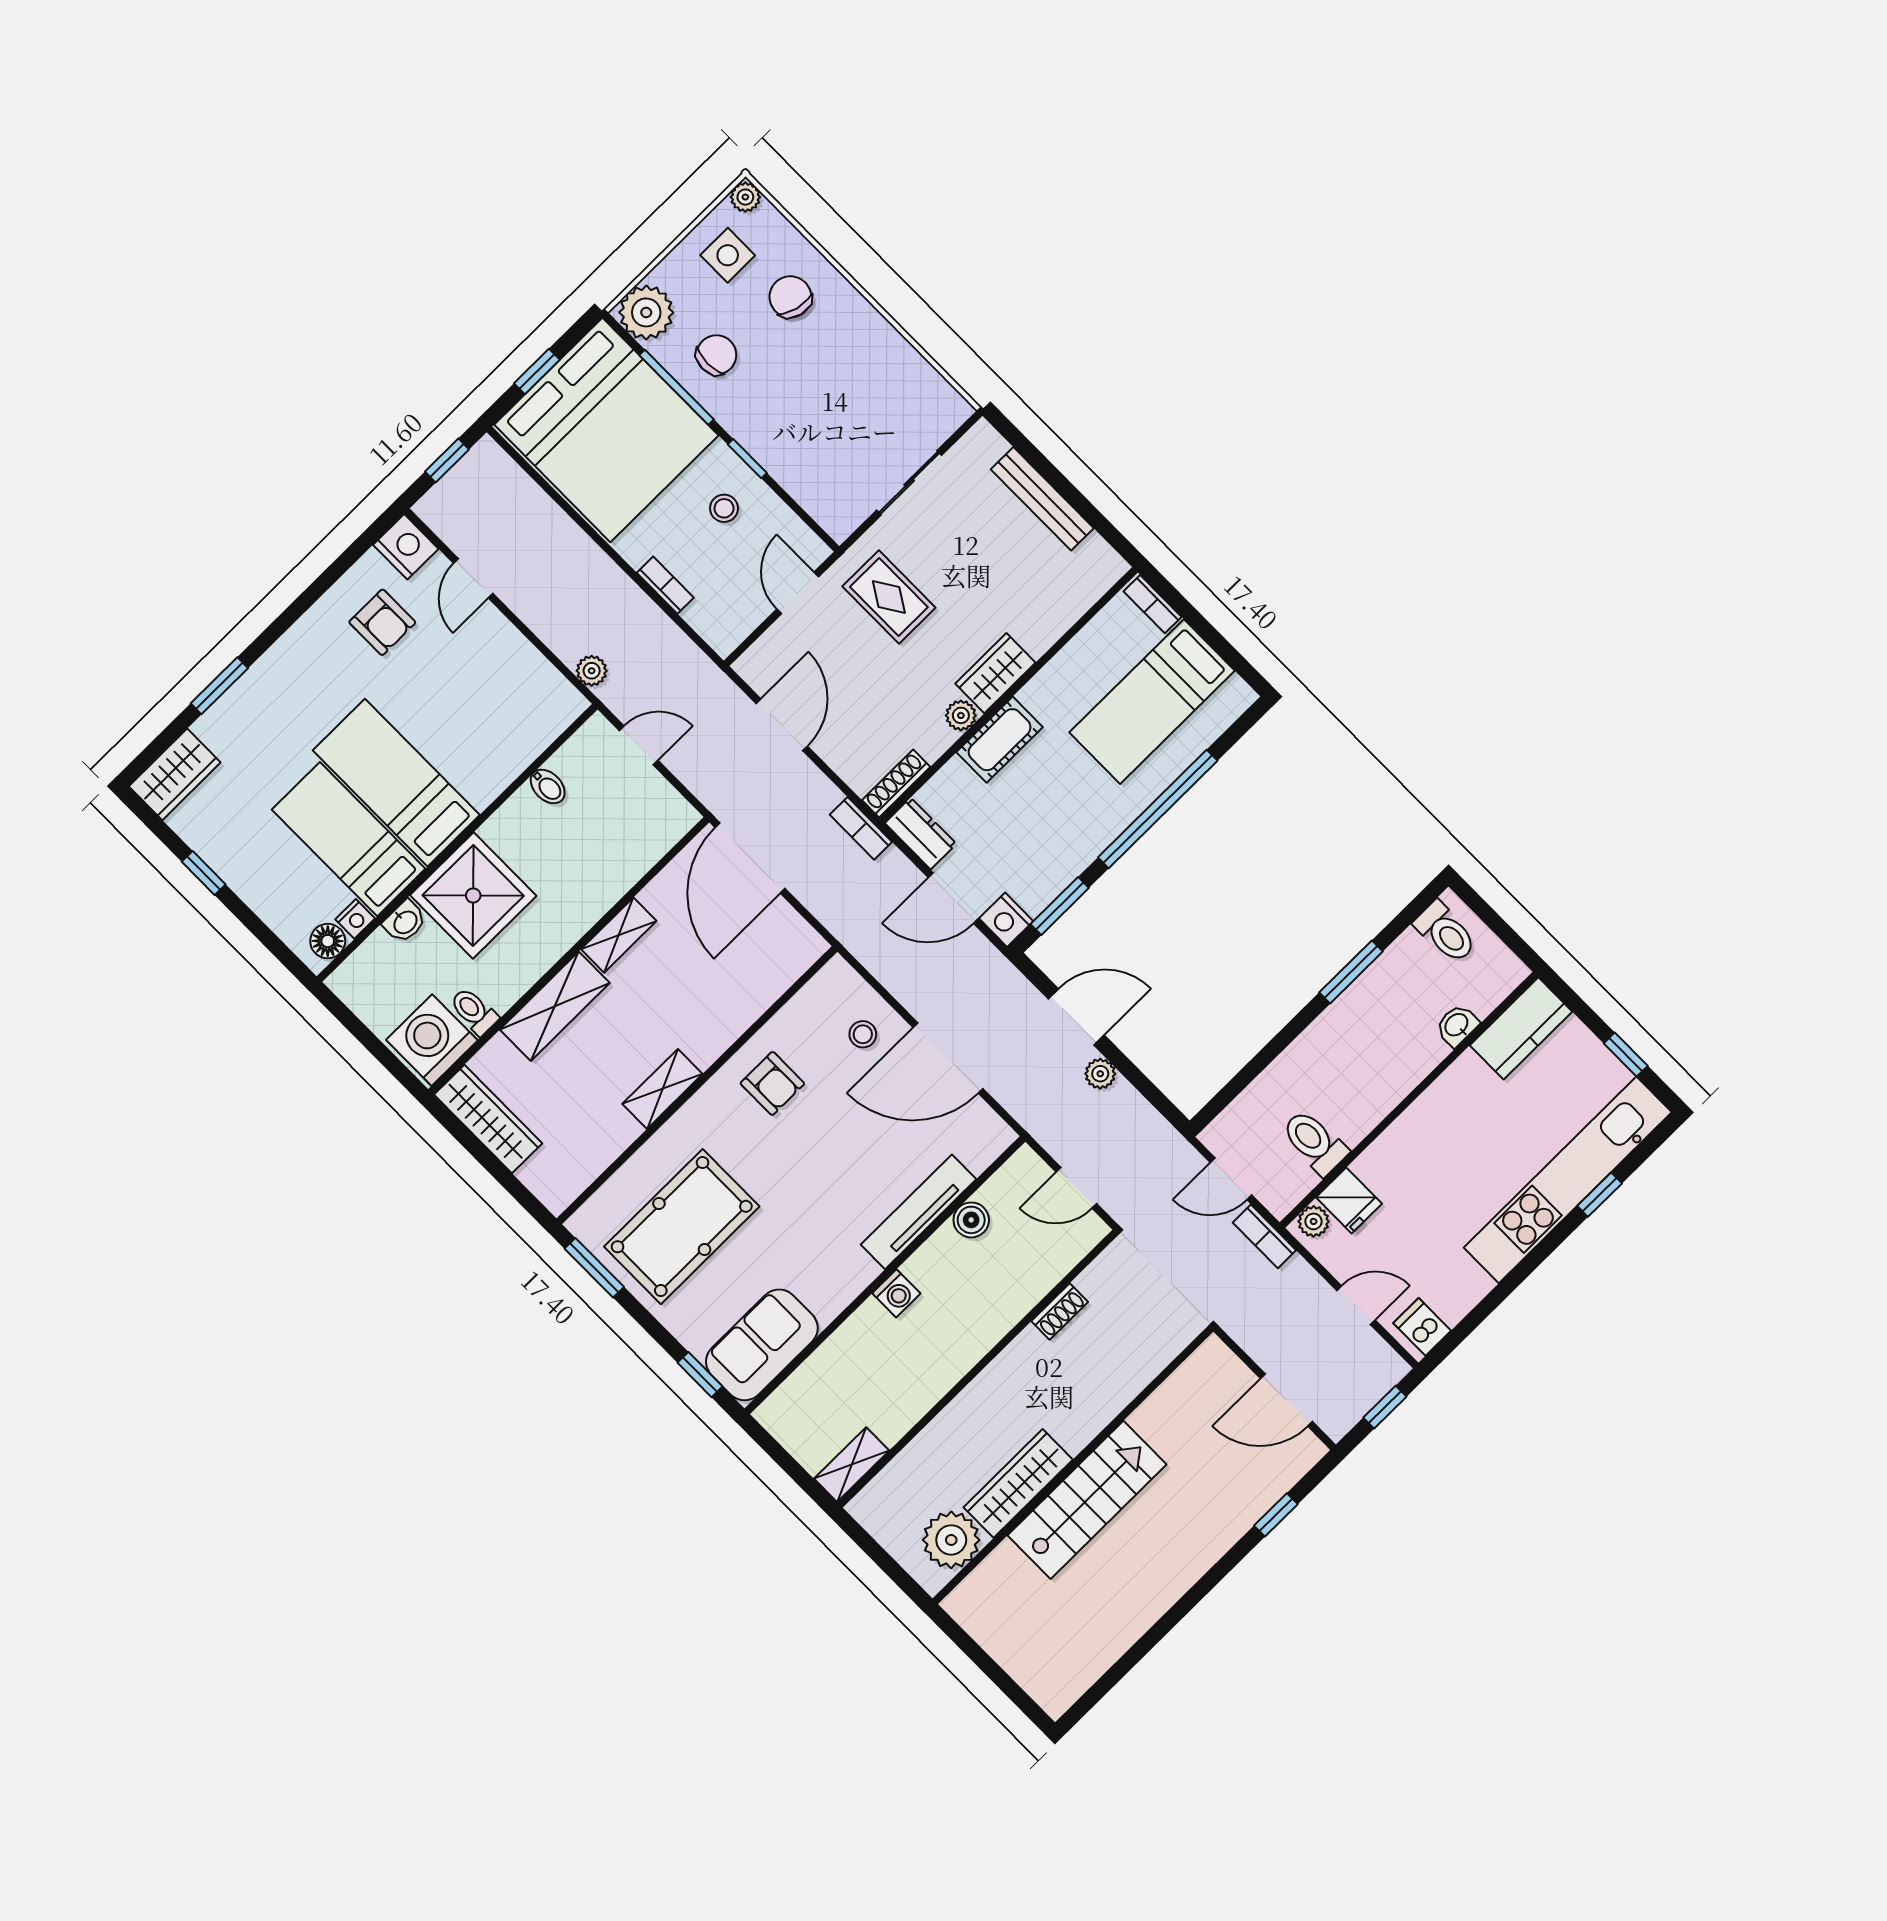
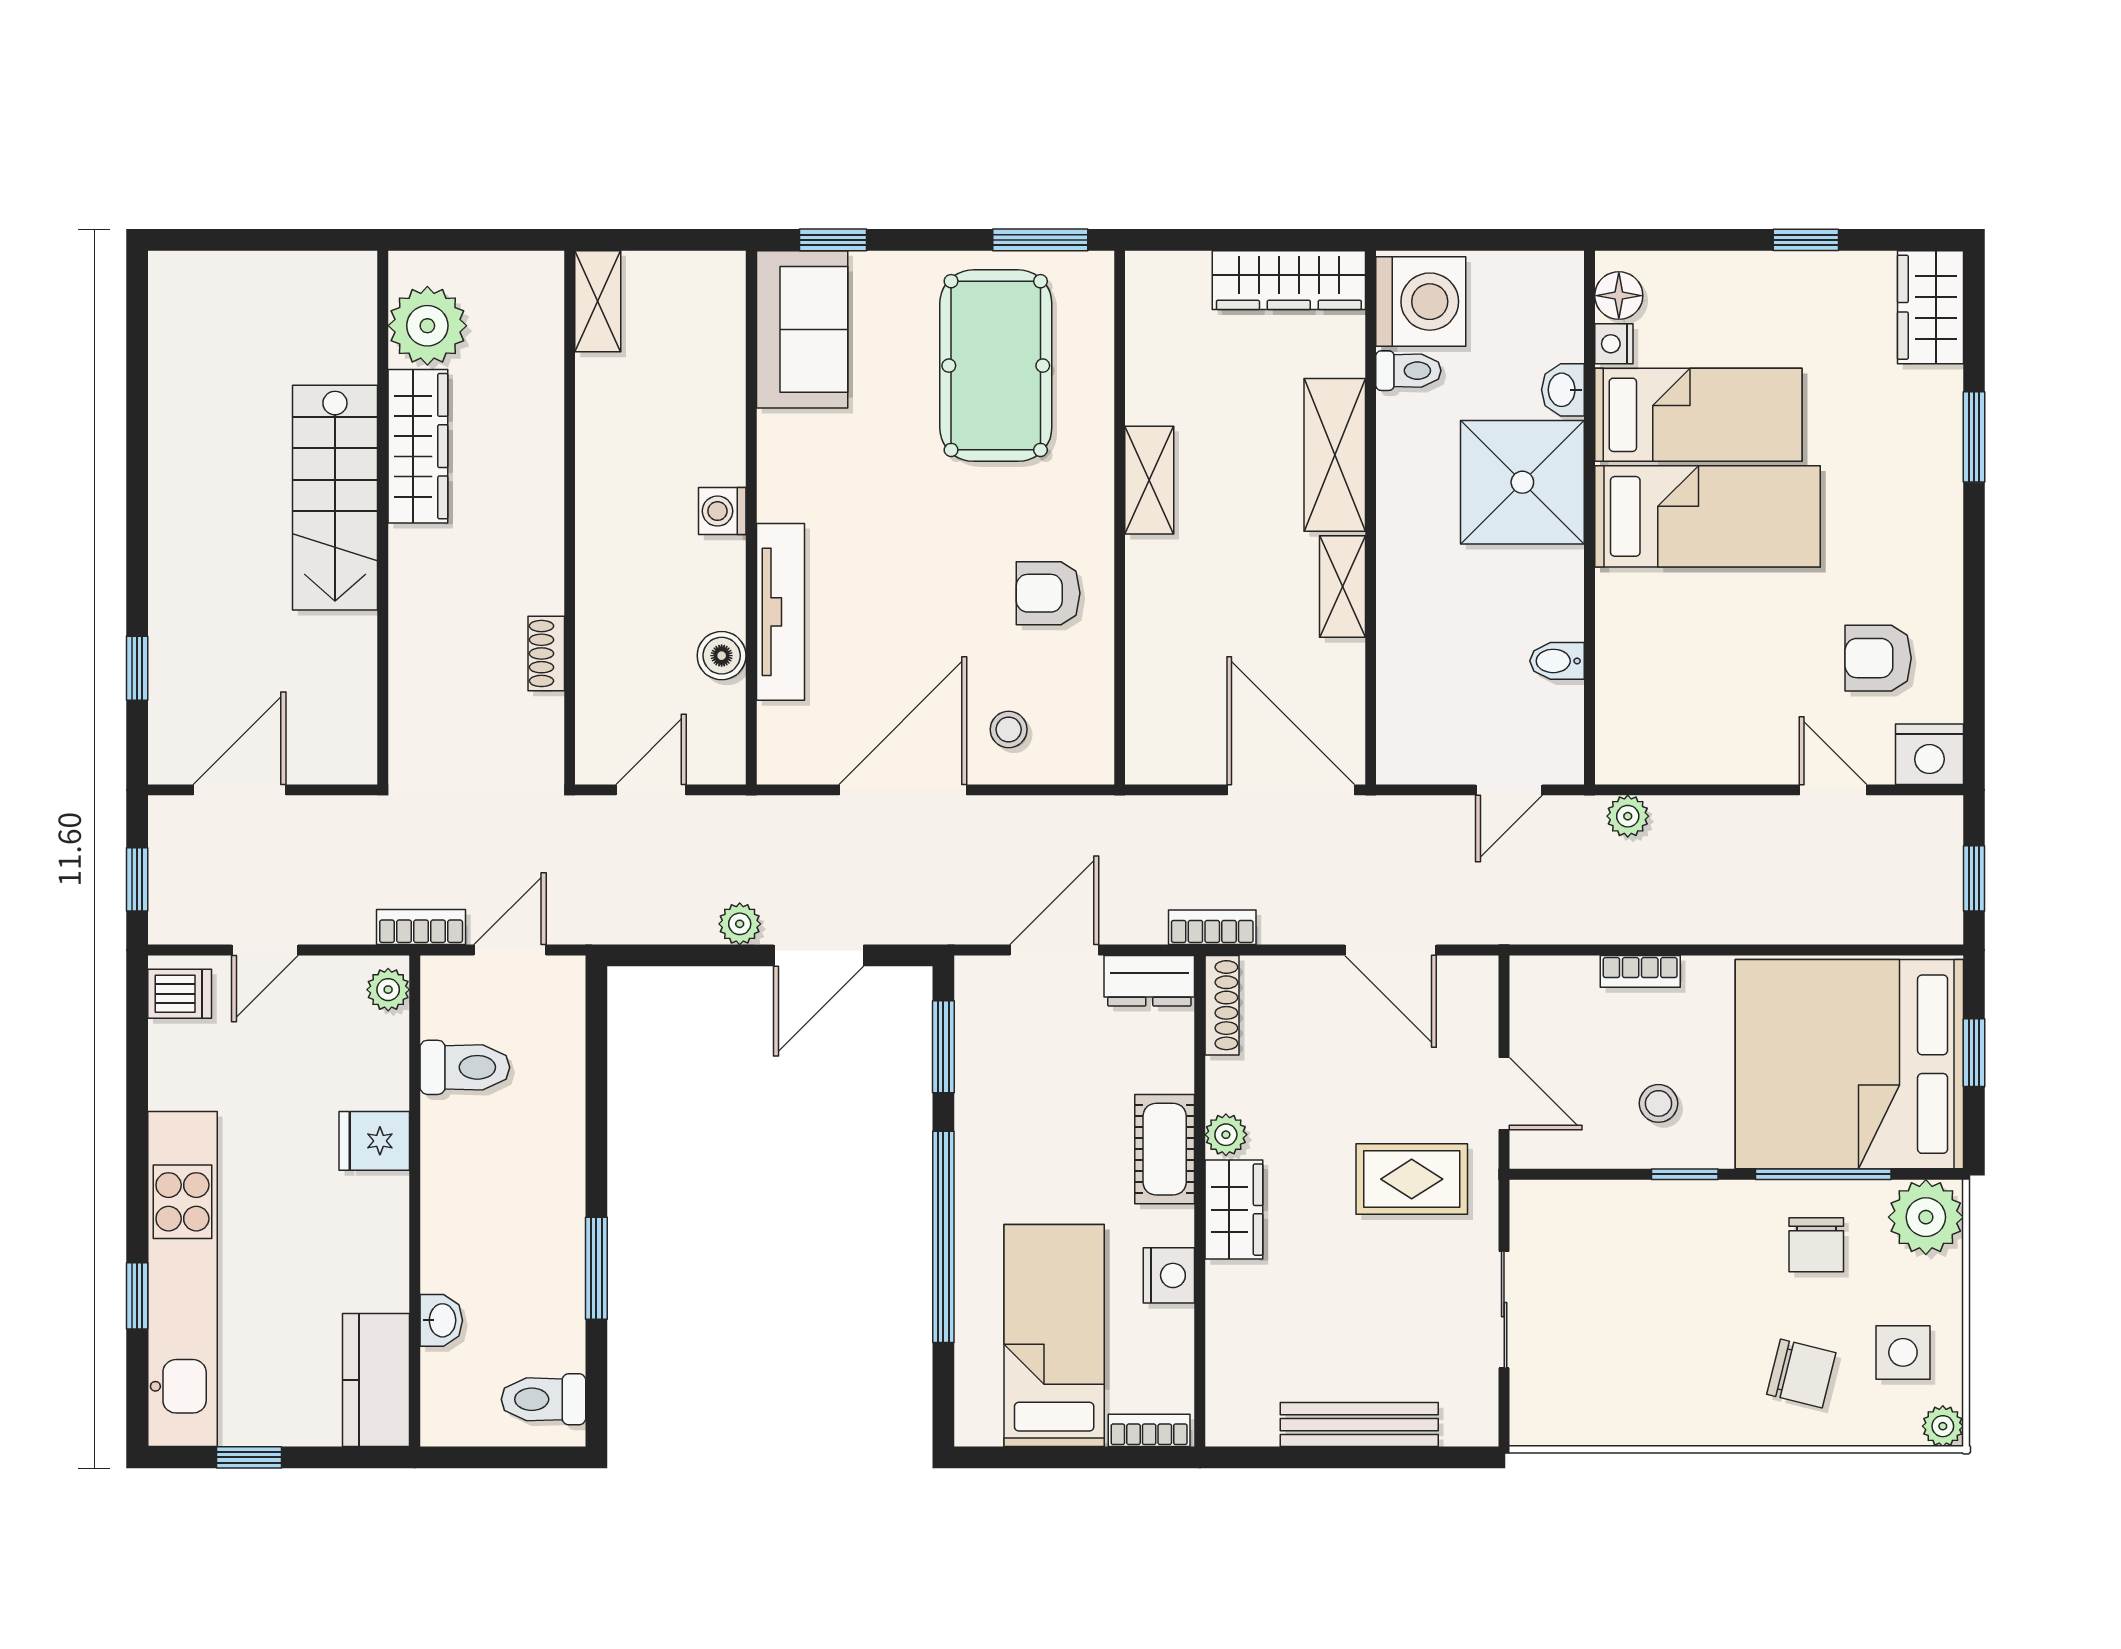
nightstand: (1006, 920) -> (1169, 1275), moved, turned 90
fridge: (1349, 1200) -> (374, 1141), moved

